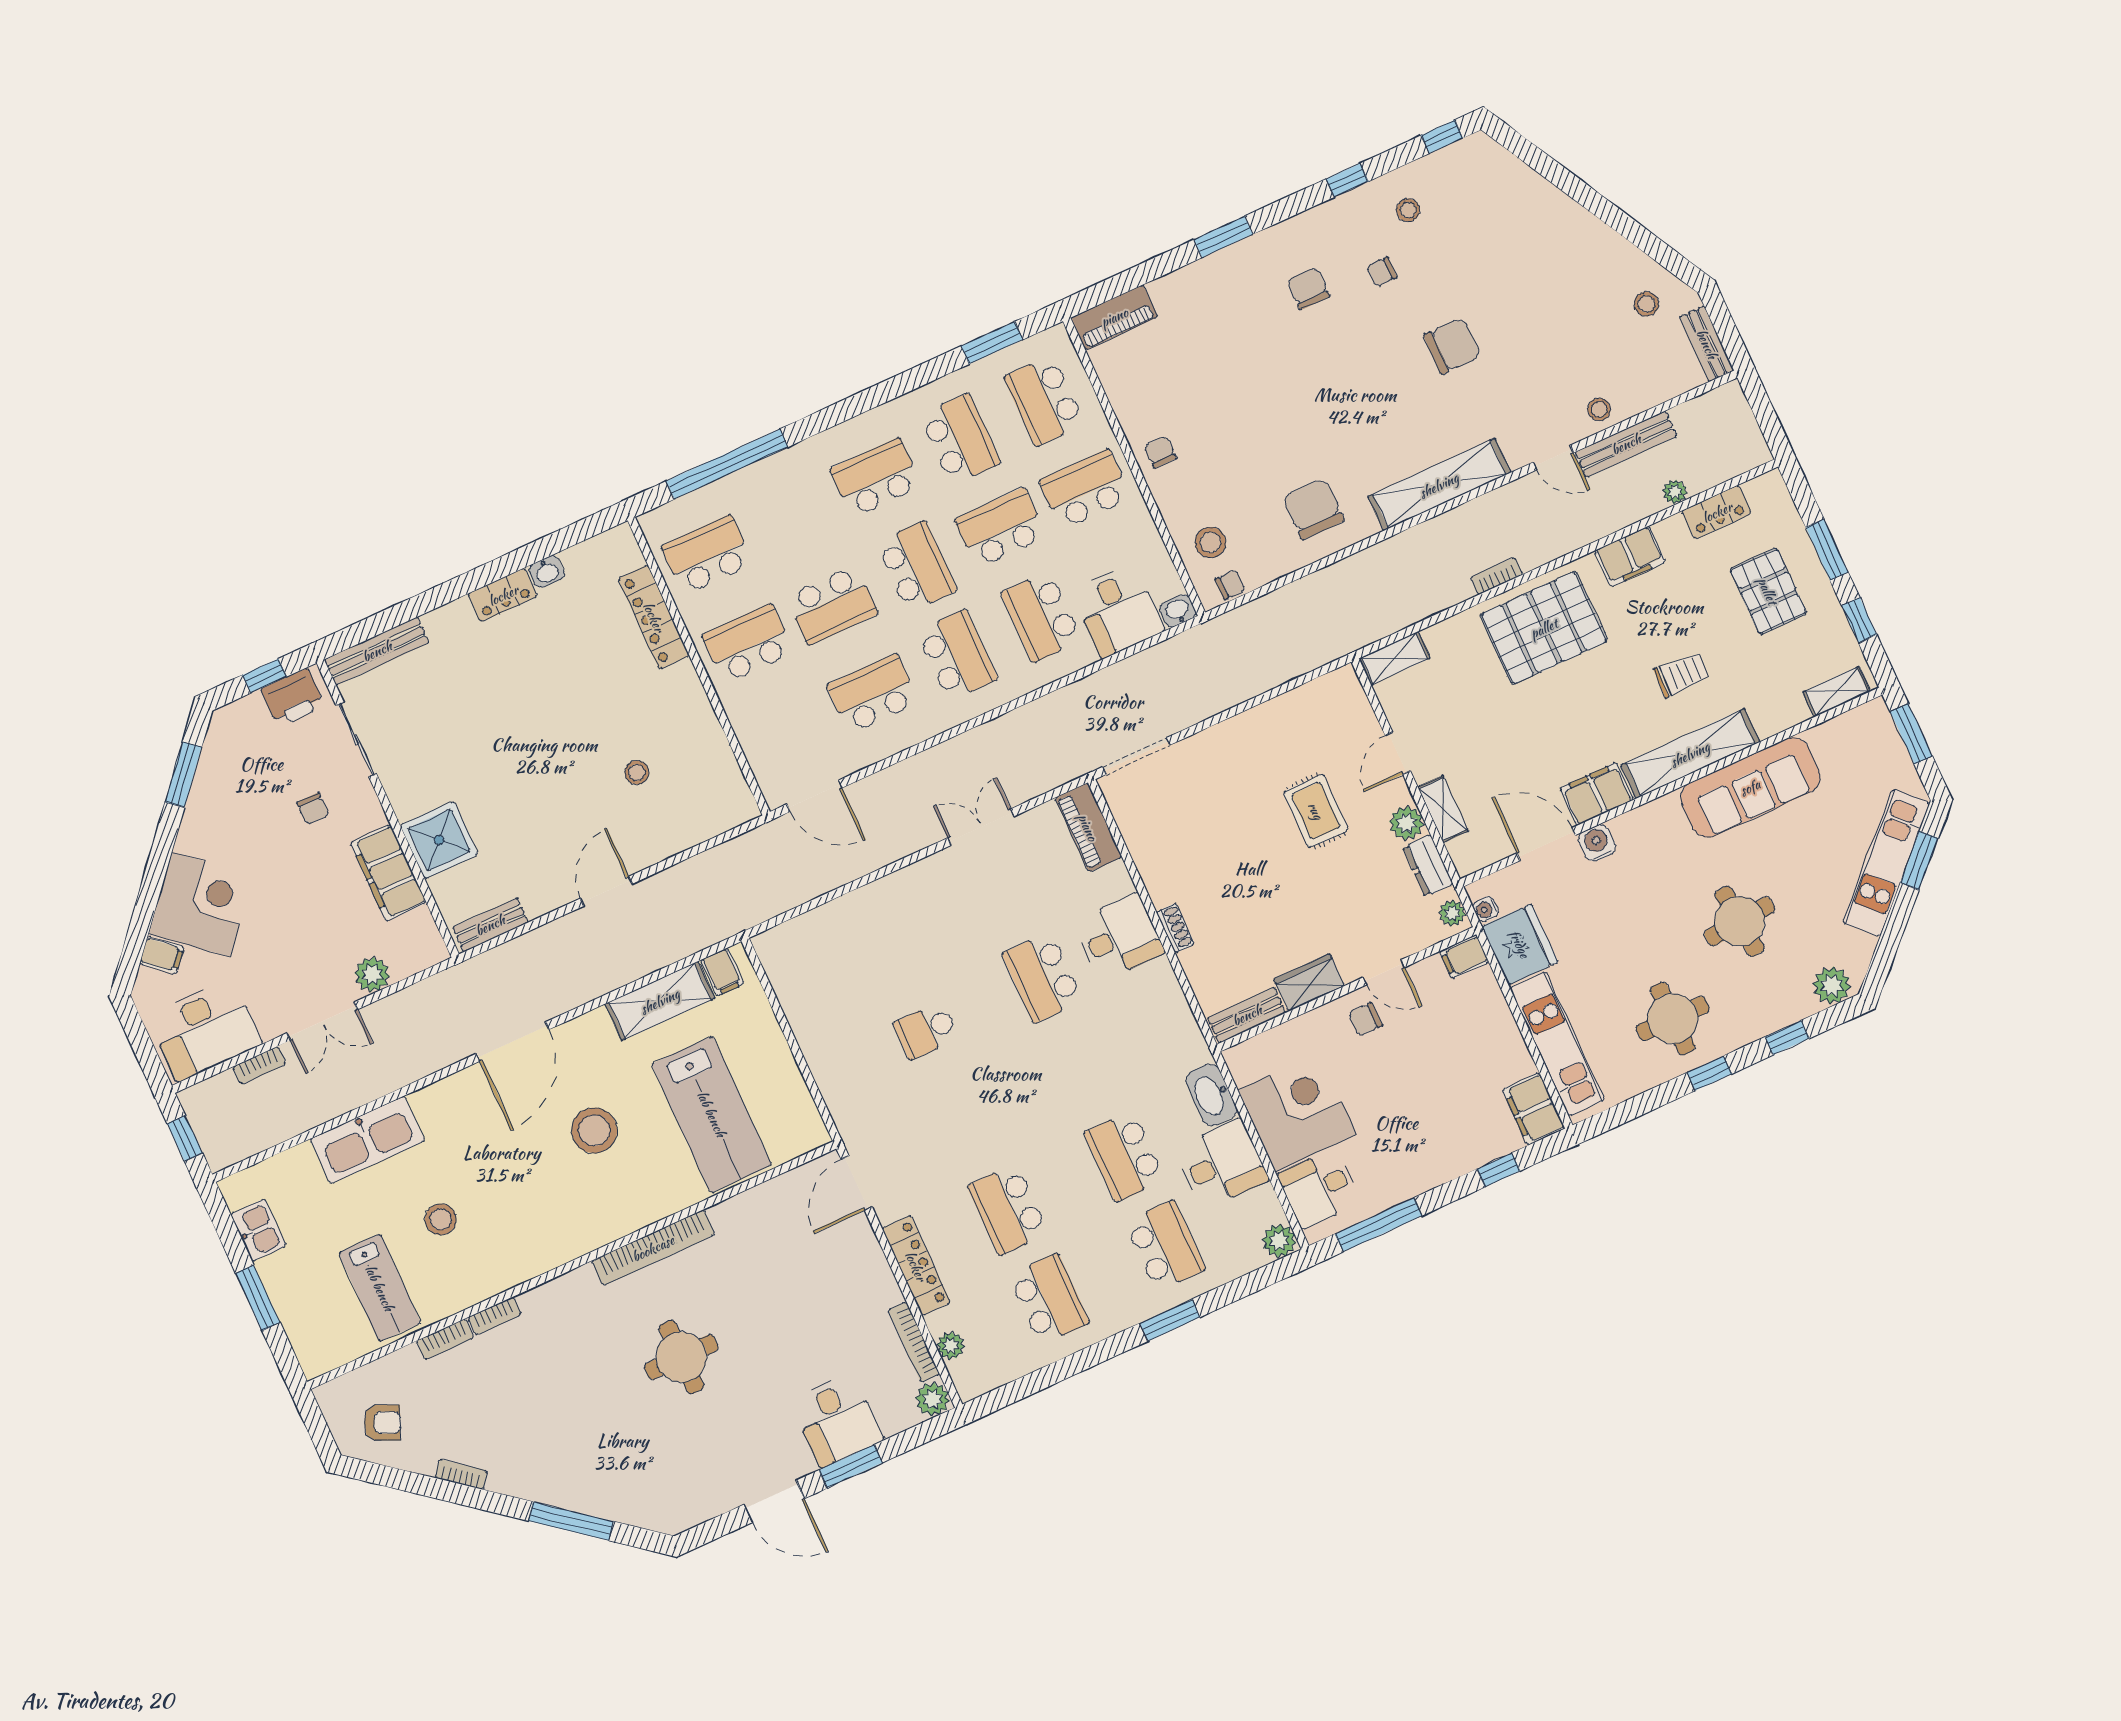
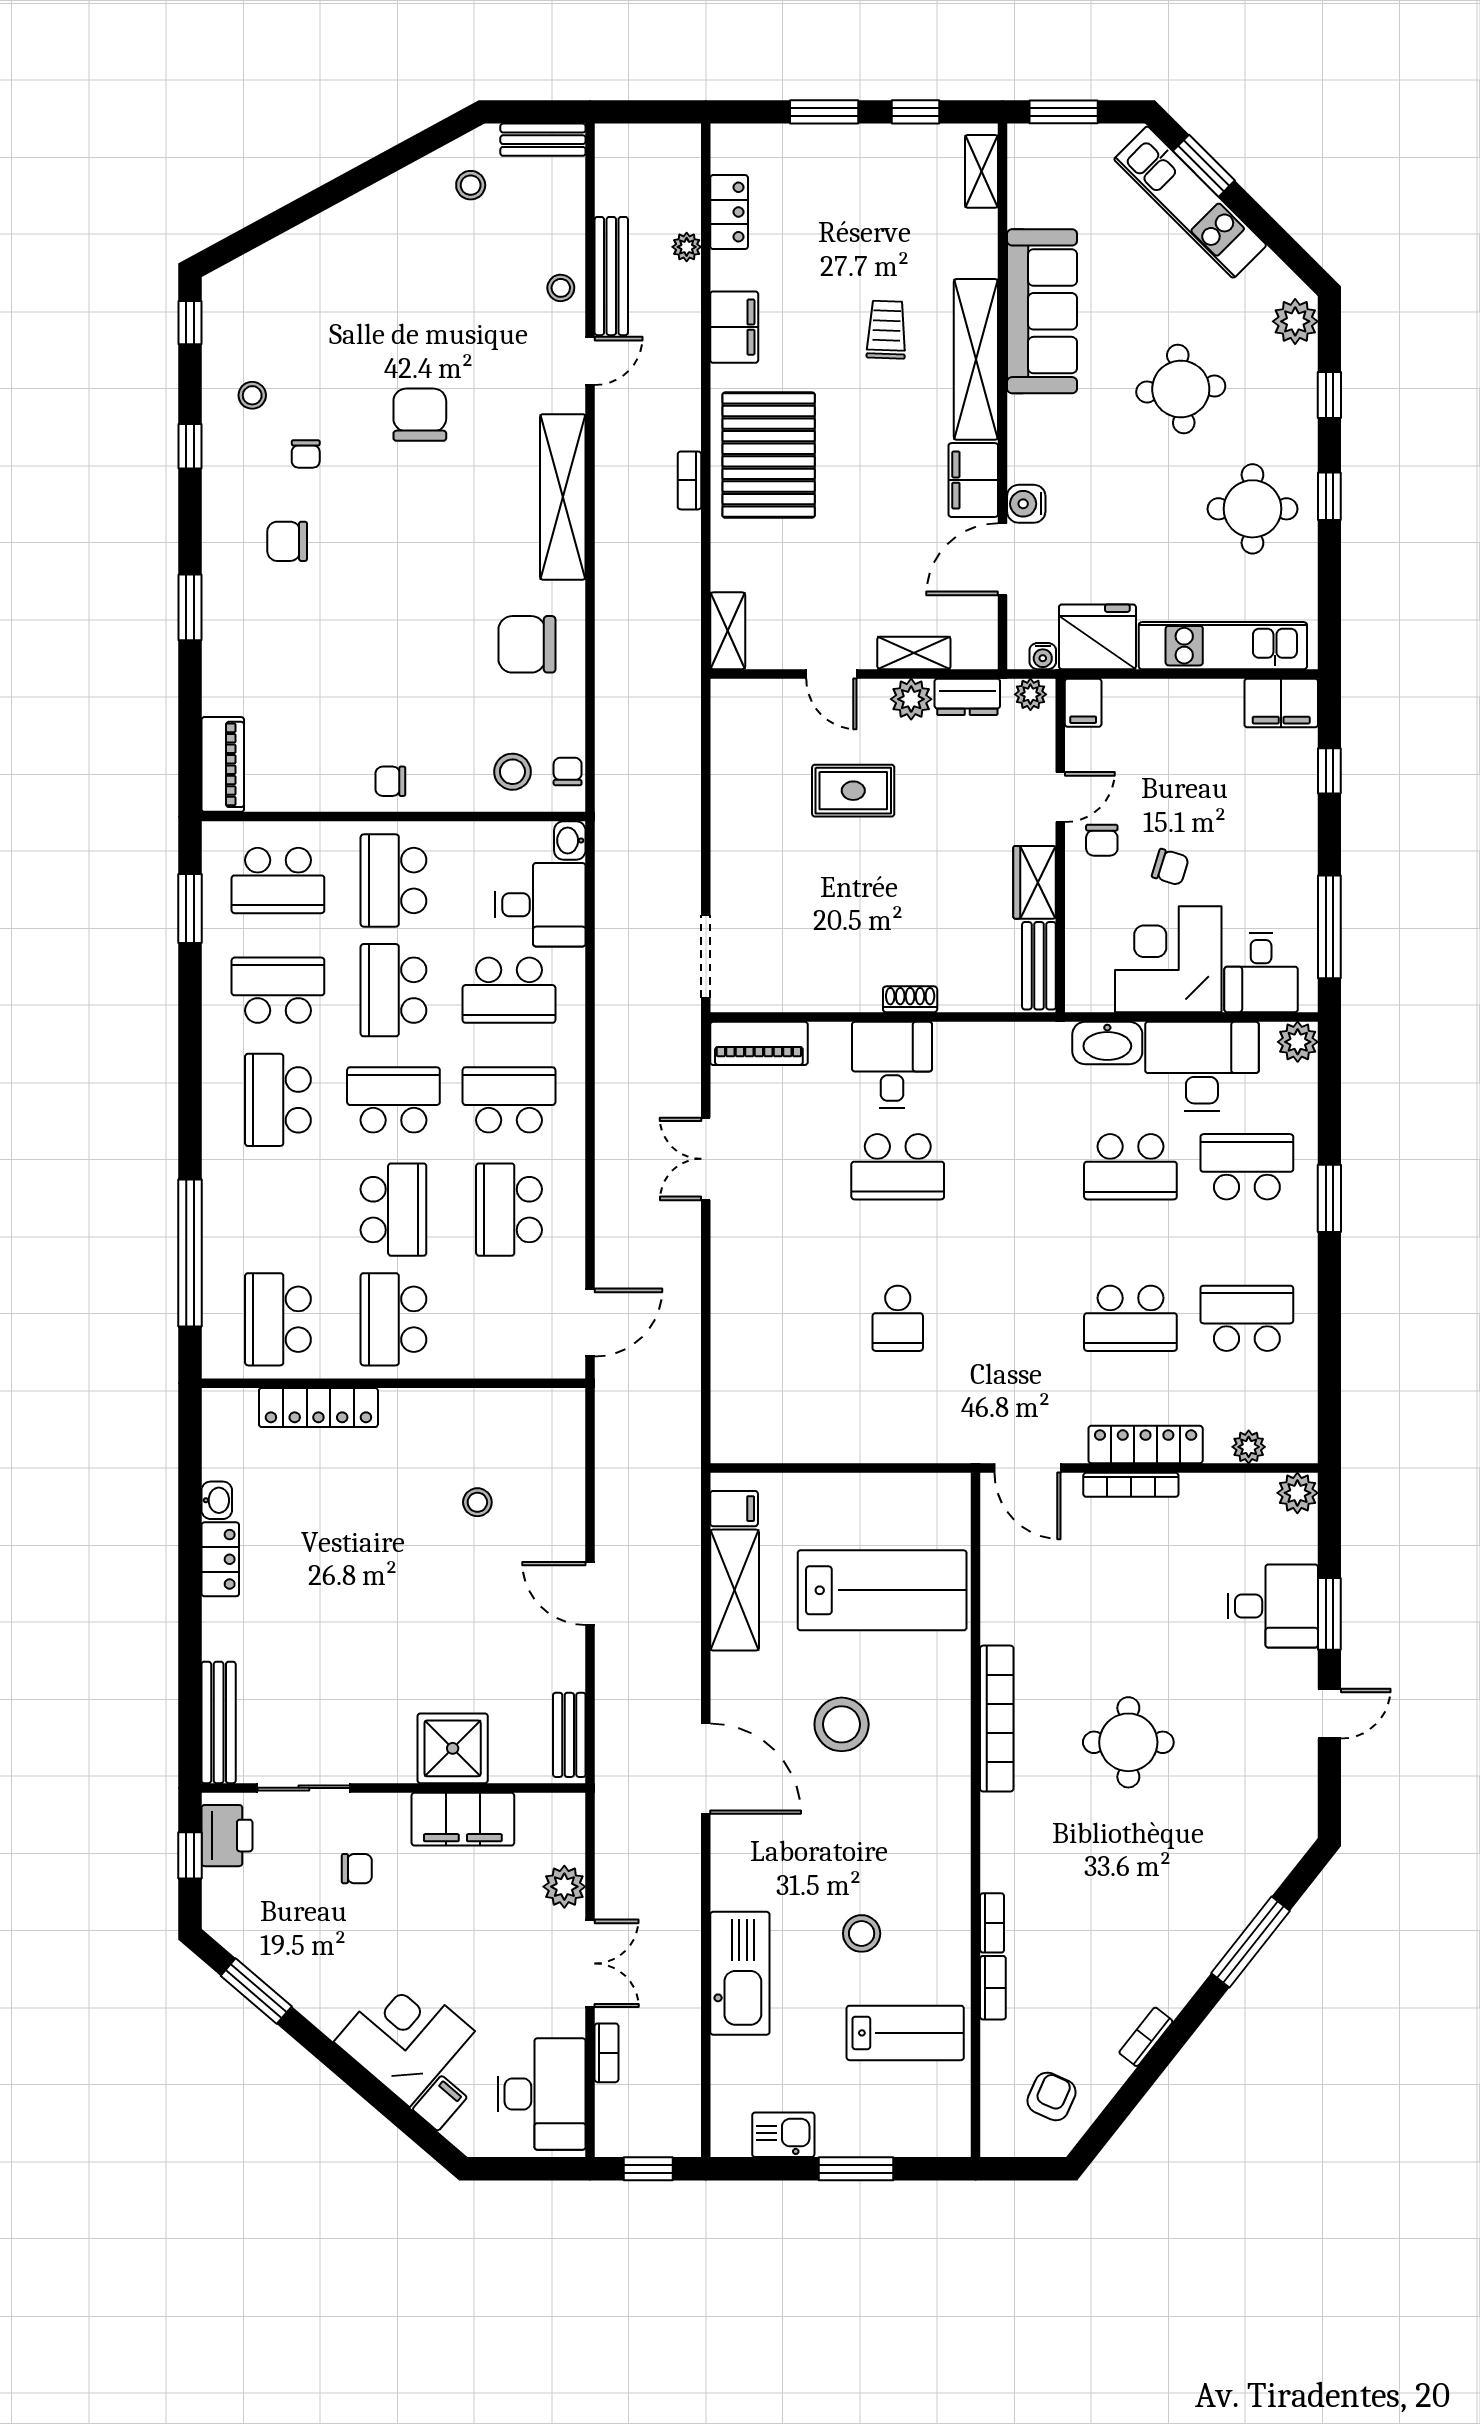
pallet: (1768, 591) -> (840, 195), removed
chair: (1369, 1081) -> (1170, 867), added
desk: (1221, 1164) -> (1202, 1066), width x1.37
bookcase: (914, 1342) -> (1131, 1485), moved
door: (774, 1501) -> (1329, 1714), width x0.73

